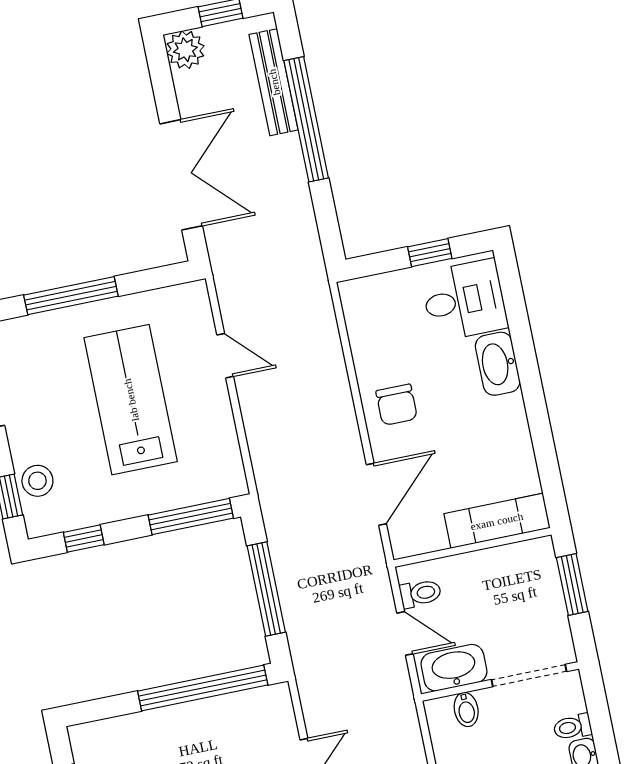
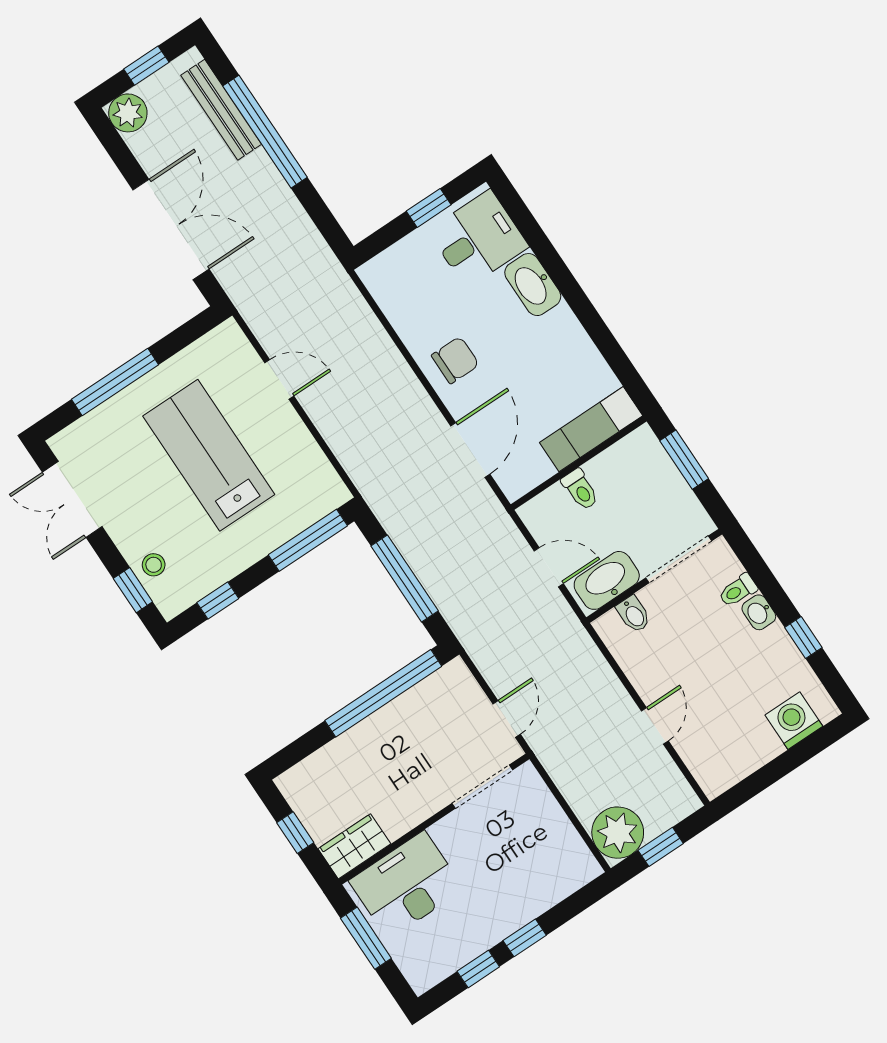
chair: (397, 405) -> (455, 360), turned -90
stool: (37, 481) -> (154, 565), width x0.73, depth x0.73
toilet: (420, 593) -> (580, 489), moved, turned 90

